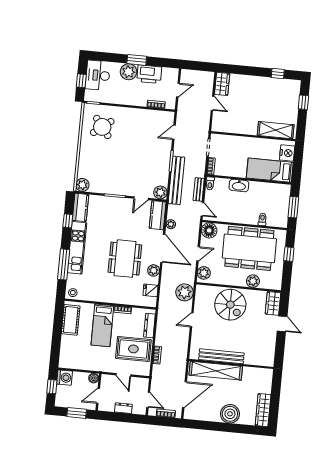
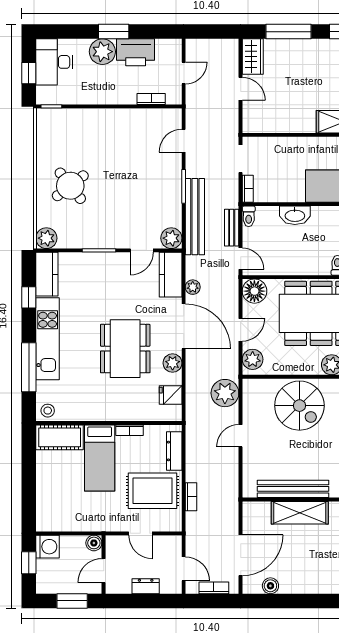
window: (246, 70) -> (289, 32), added
round table: (102, 127) -> (70, 186), moved
cot: (71, 320) -> (60, 437), moved, turned 90
shelving: (216, 371) -> (300, 513), width x0.68
boiler: (230, 414) -> (270, 586), moved, width x0.54, depth x0.54

